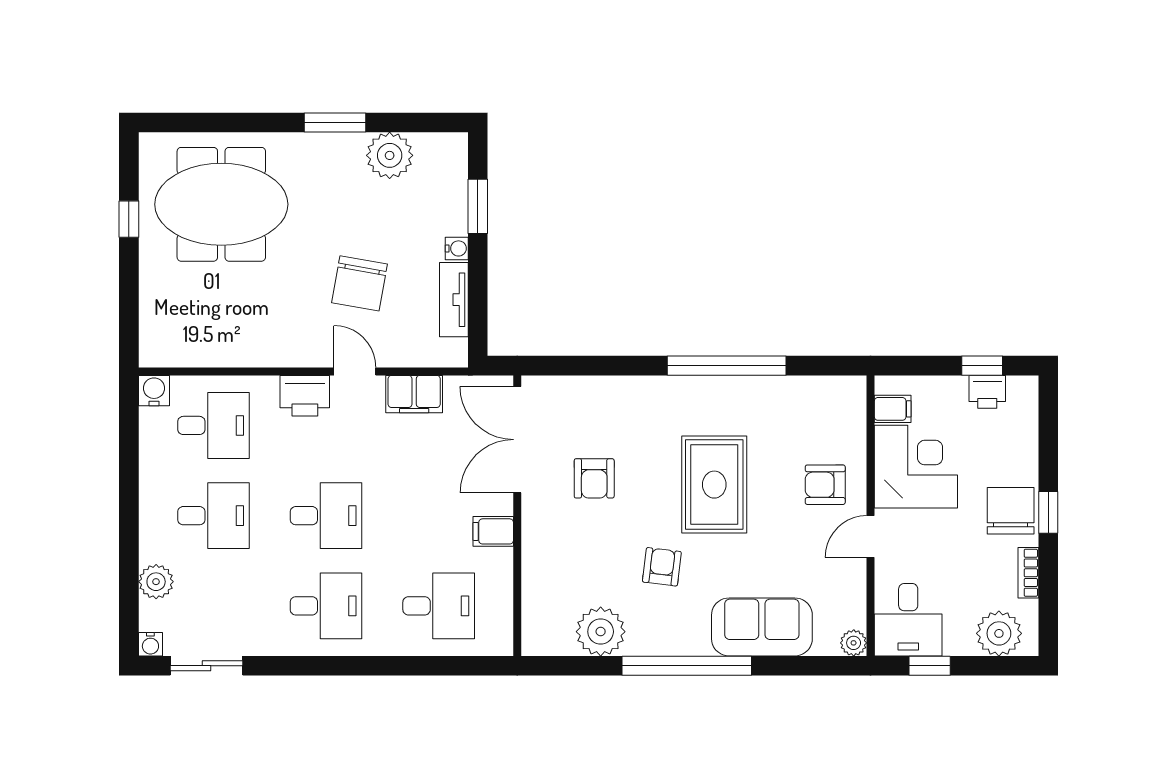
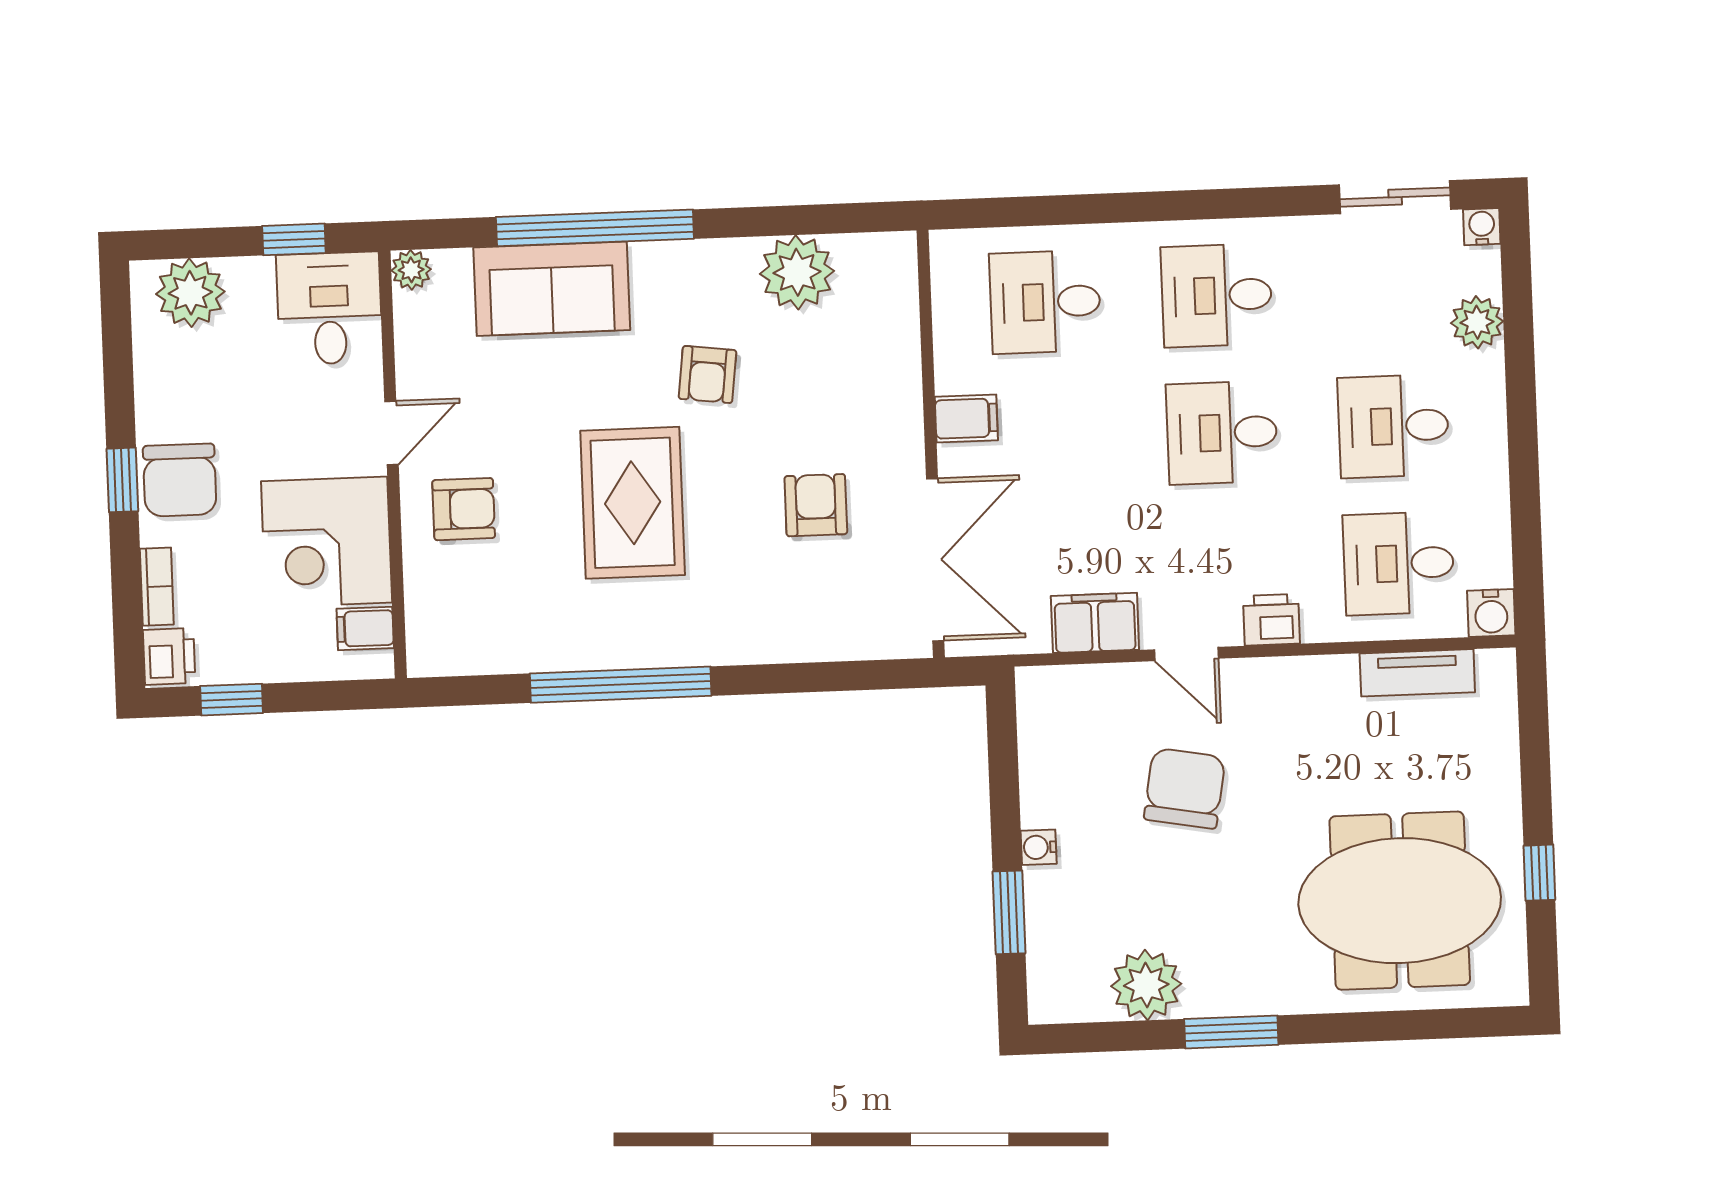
tv unit: (454, 300) -> (1417, 673), moved, turned 90
printer: (987, 392) -> (169, 656), moved, turned 90
printer: (305, 396) -> (1271, 620), width x0.73, depth x0.81
bookcase: (1028, 573) -> (157, 587), moved
window: (687, 666) -> (595, 228), moved

